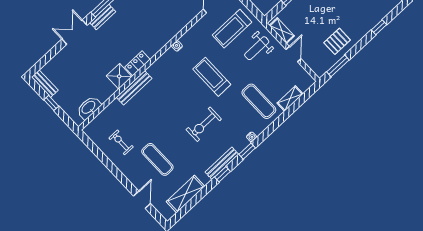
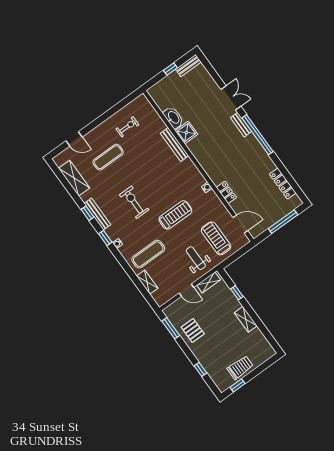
locker: (137, 63) -> (226, 192), moved
washbasin: (89, 108) -> (173, 118), moved

